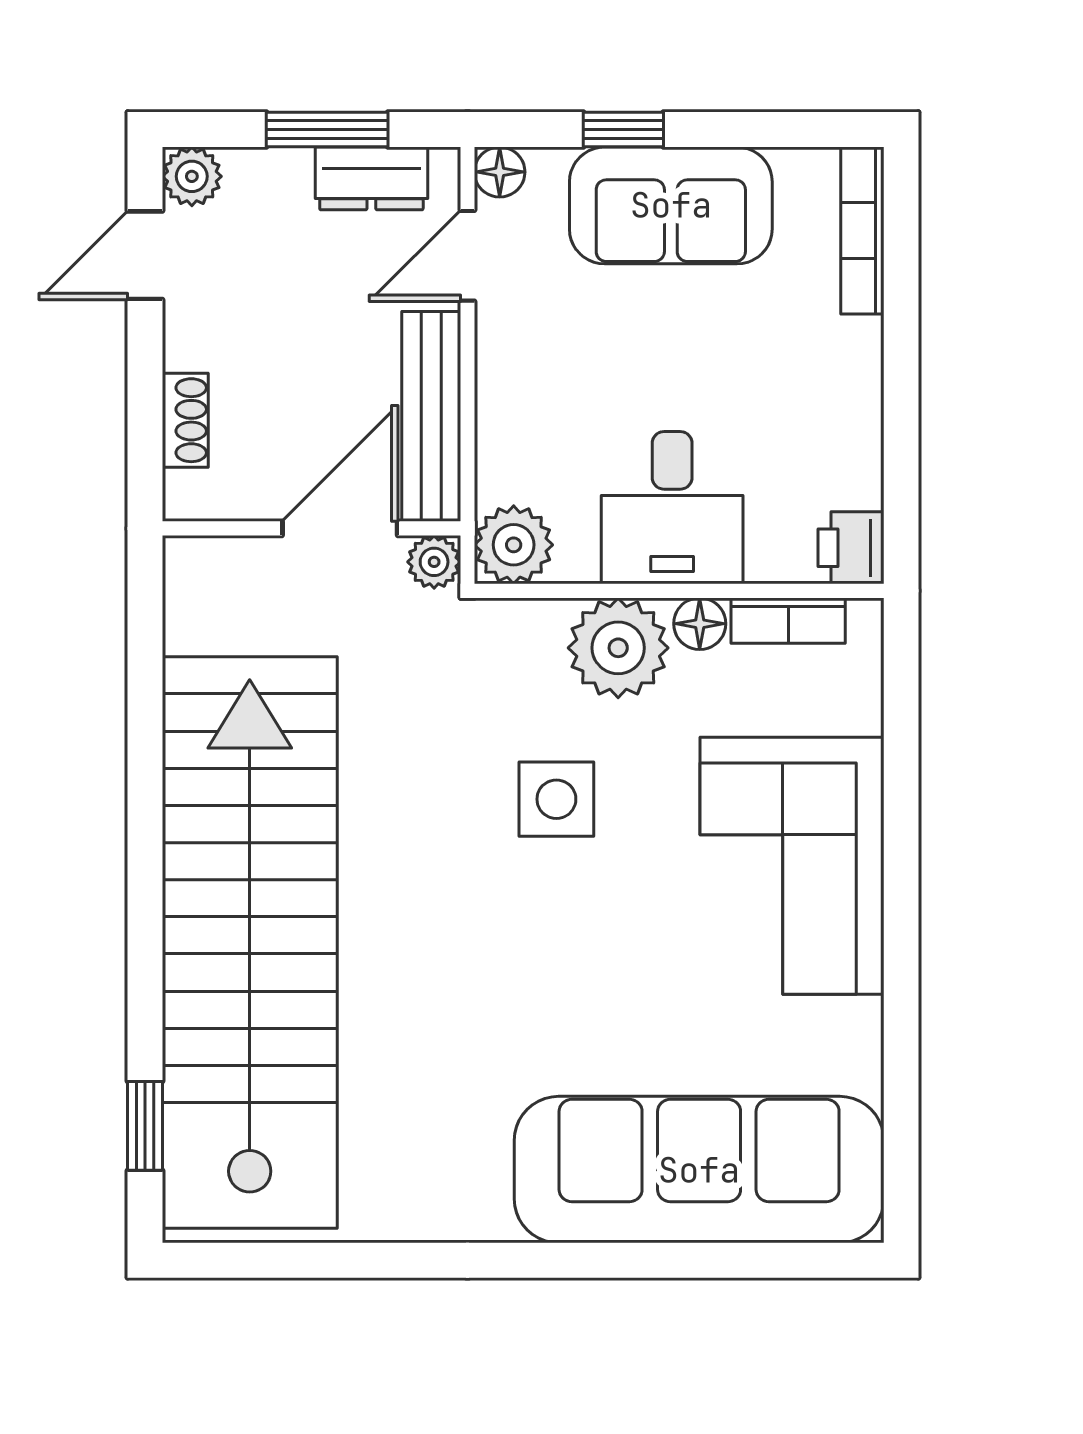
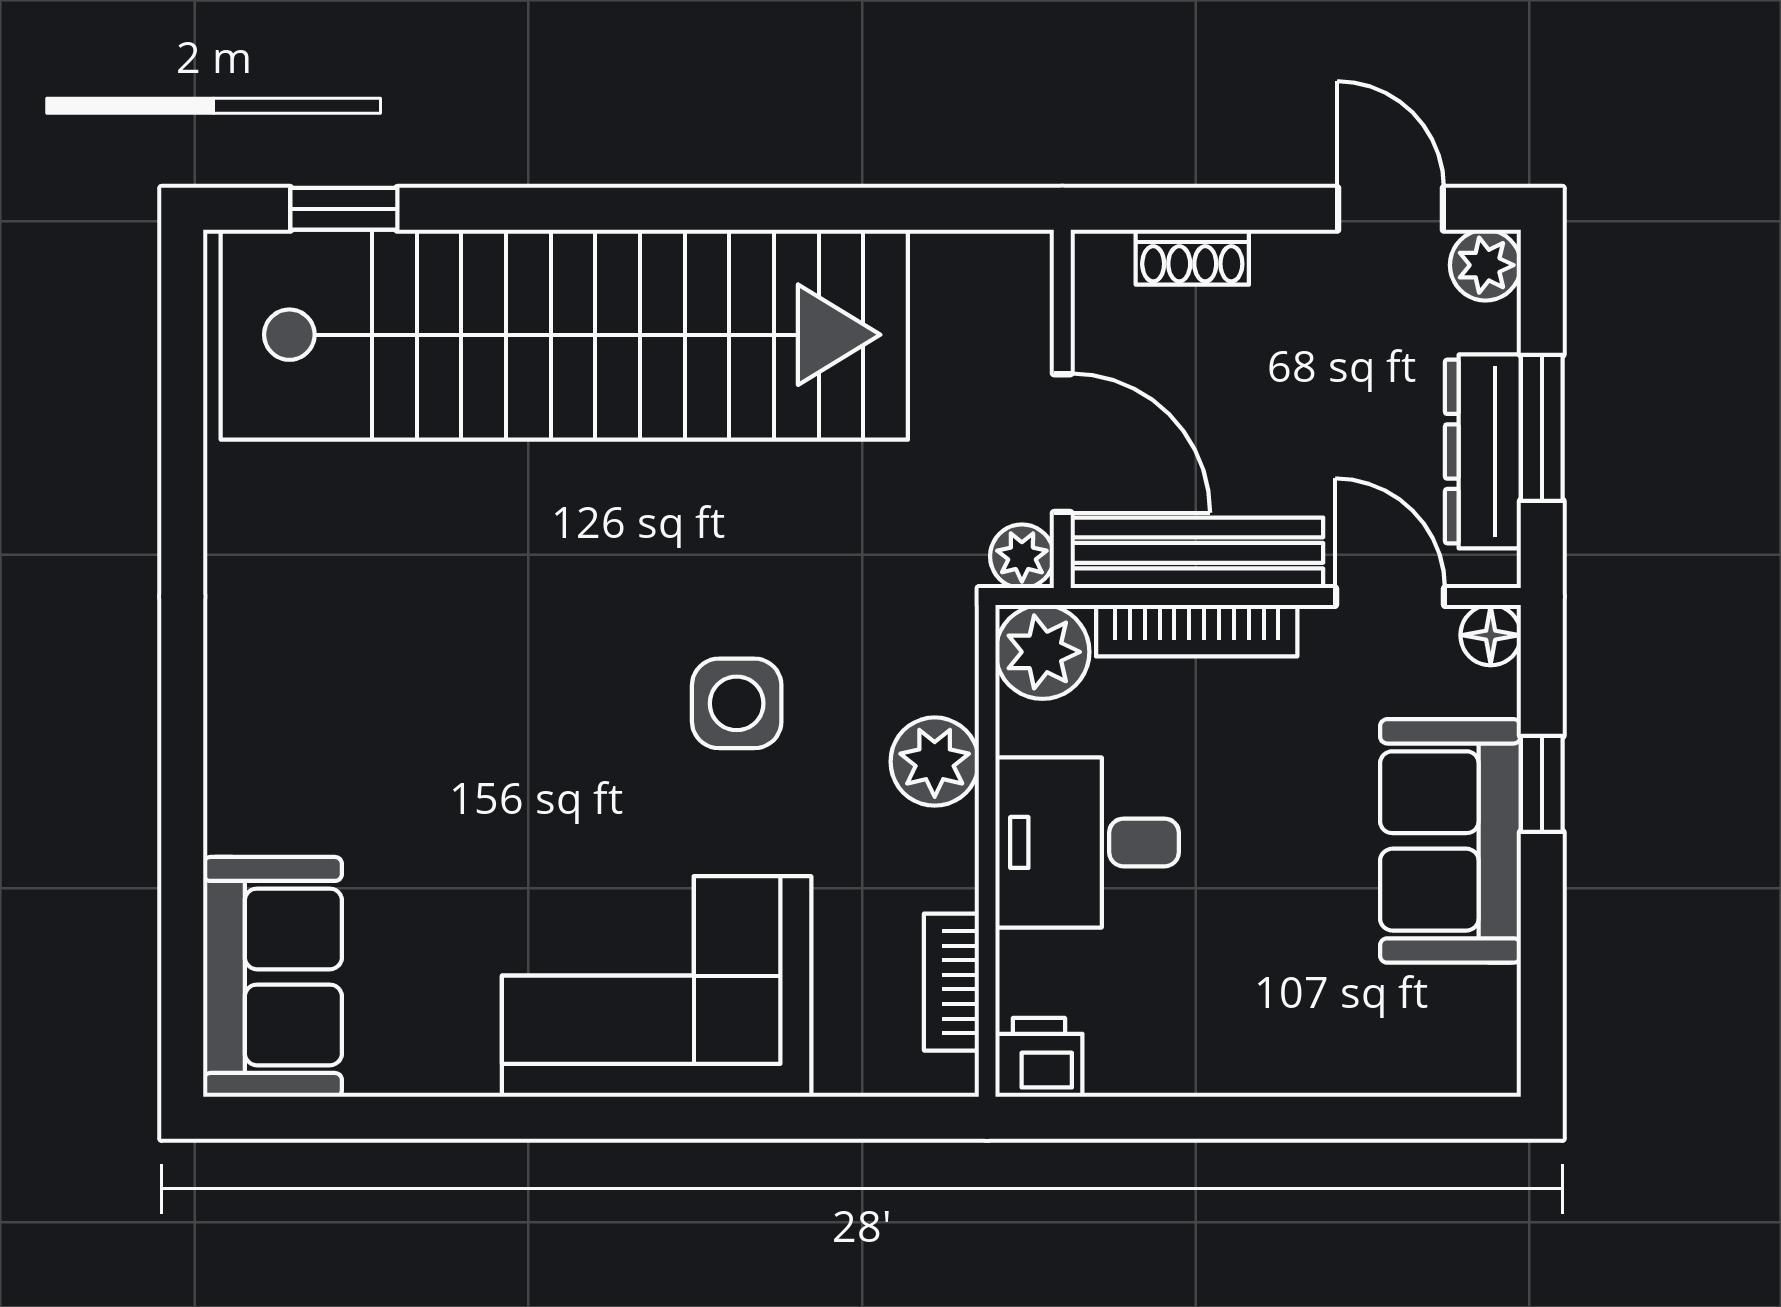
dresser: (371, 178) -> (1483, 451), width x1.44
bookcase: (862, 231) -> (1197, 631), moved, turned 180
floor lamp: (700, 624) -> (948, 876), removed
plant: (618, 648) -> (935, 762), width x0.73, depth x0.73
sofa: (699, 1170) -> (273, 977), width x0.54, depth x0.79

